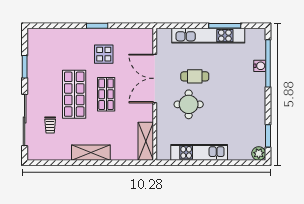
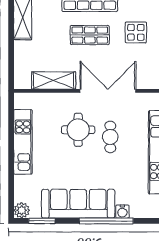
window: (268, 63) -> (106, 221), moved
sofa: (253, 104) -> (78, 204), added
shelving: (146, 141) -> (54, 80), moved

